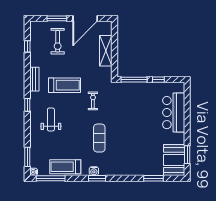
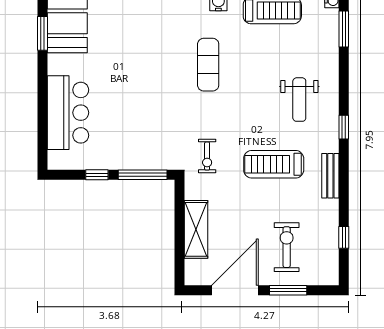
exercise bike: (93, 101) -> (207, 156), moved

